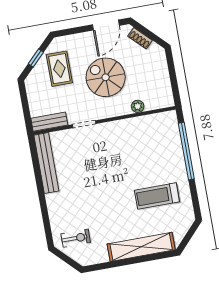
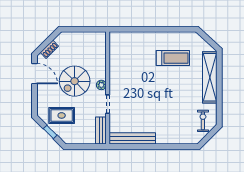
plant: (138, 106) -> (101, 85), moved
window: (186, 151) -> (142, 29), removed
treadmill: (157, 196) -> (173, 58), turned -90
exercise bike: (76, 238) -> (203, 121), moved

